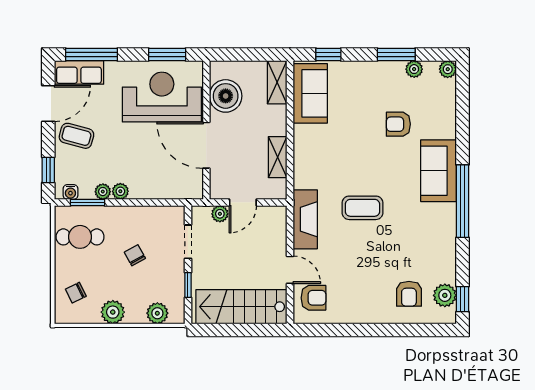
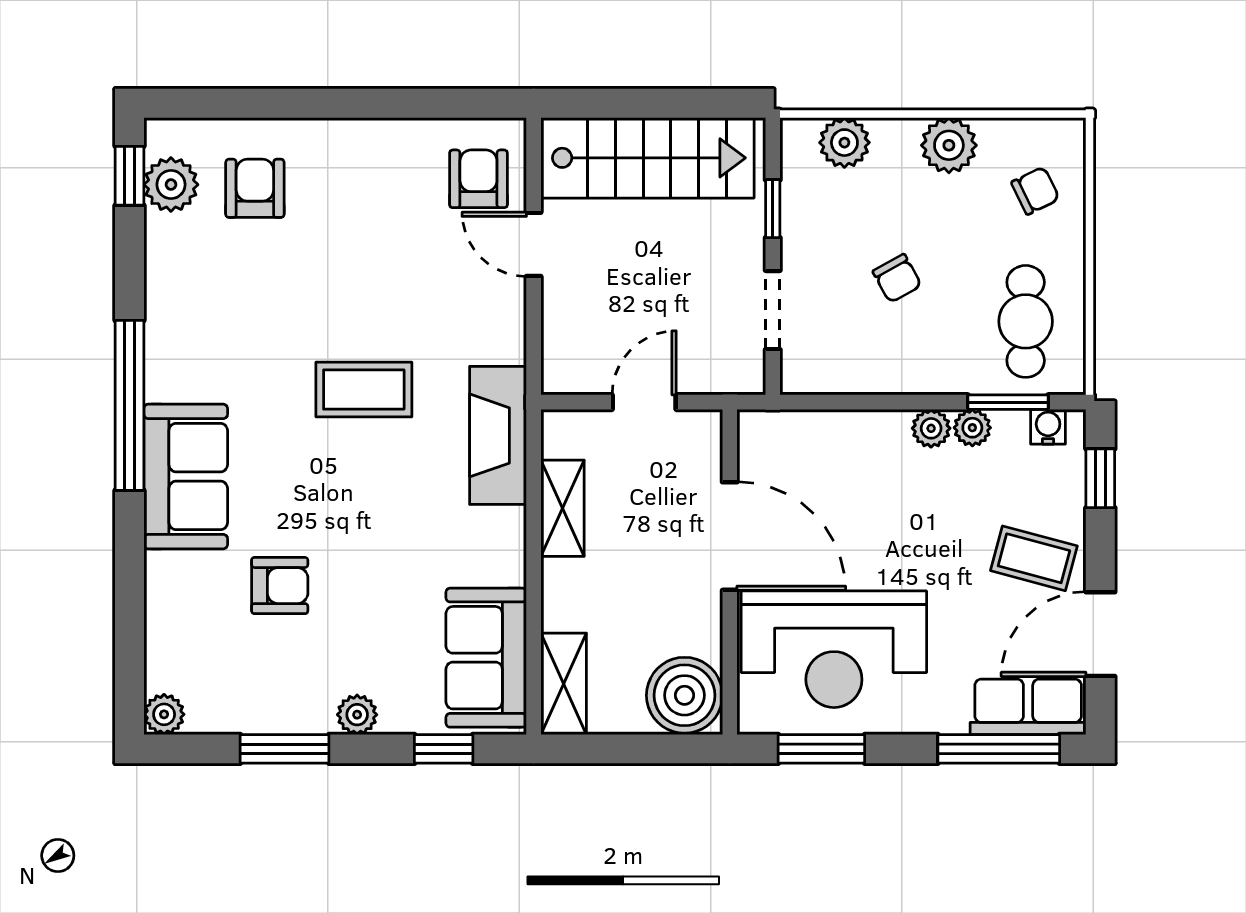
plant: (414, 69) -> (357, 715), moved
boiler: (226, 96) -> (684, 695), moved
plant: (220, 214) -> (698, 376), removed
fireplace: (305, 219) -> (498, 435), moved
cafe table: (80, 237) -> (1026, 321), turned 90
armchair: (314, 298) -> (478, 179), turned 90

